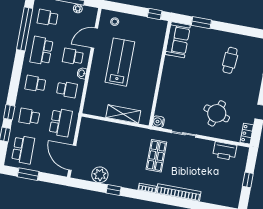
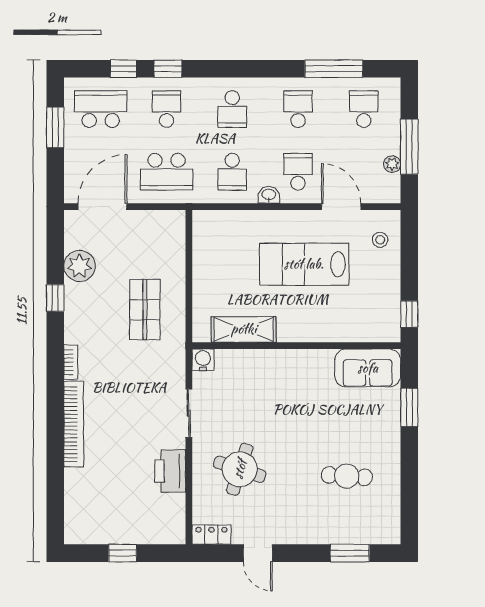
window: (25, 29) -> (334, 69), width x0.68
school desk: (41, 51) -> (298, 109), width x0.54
lab bench: (120, 62) -> (304, 264), turned 180
school desk: (35, 84) -> (232, 109), turned 180
shelving: (123, 114) -> (244, 329), moved, turned 90
school desk: (23, 150) -> (101, 109), turned 180
printer: (225, 151) -> (170, 471), moved
shop shelf: (156, 156) -> (145, 310), moved, turned 90

